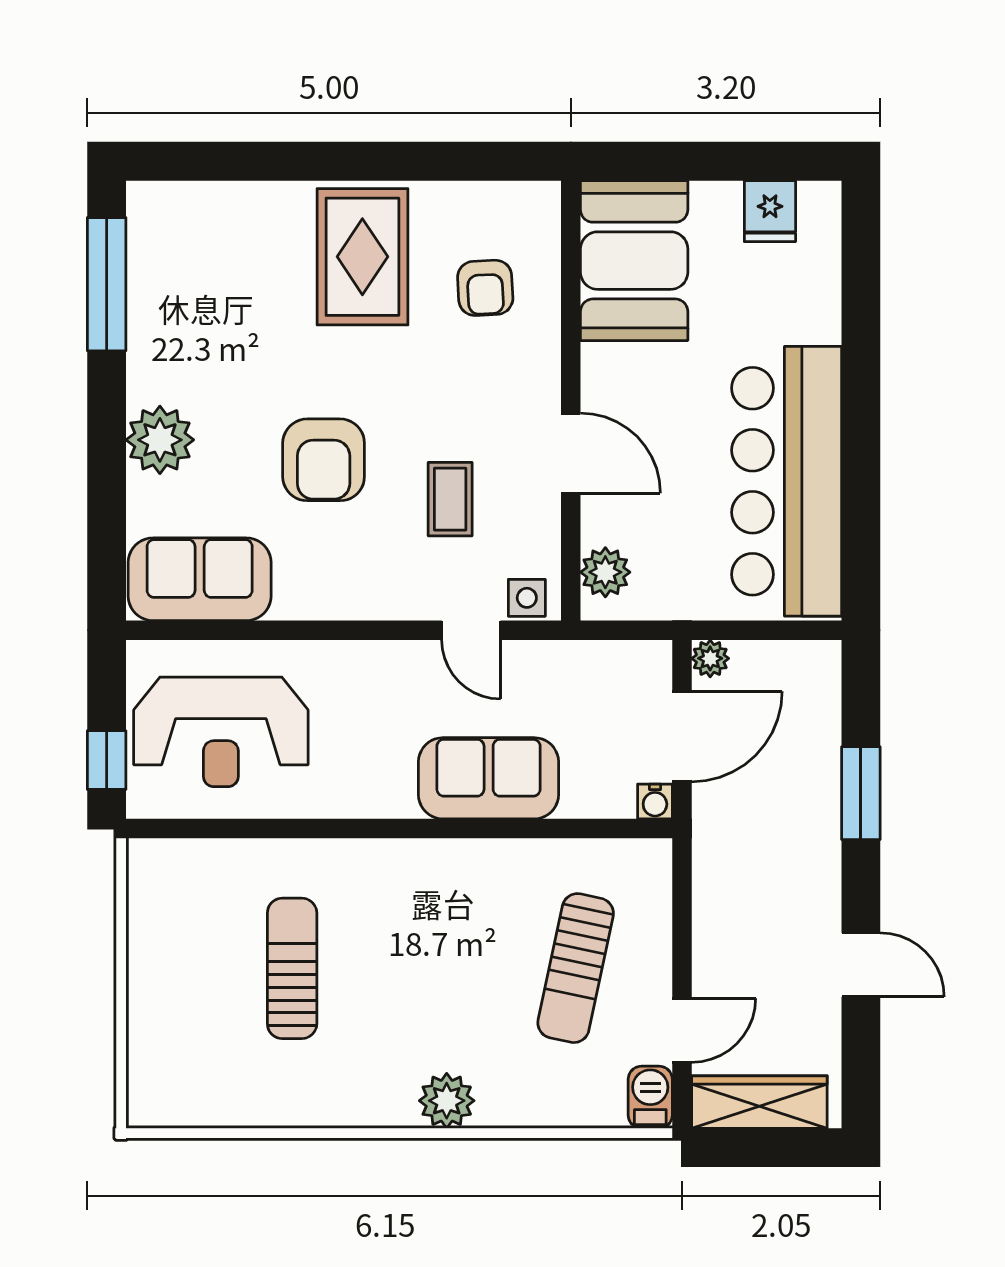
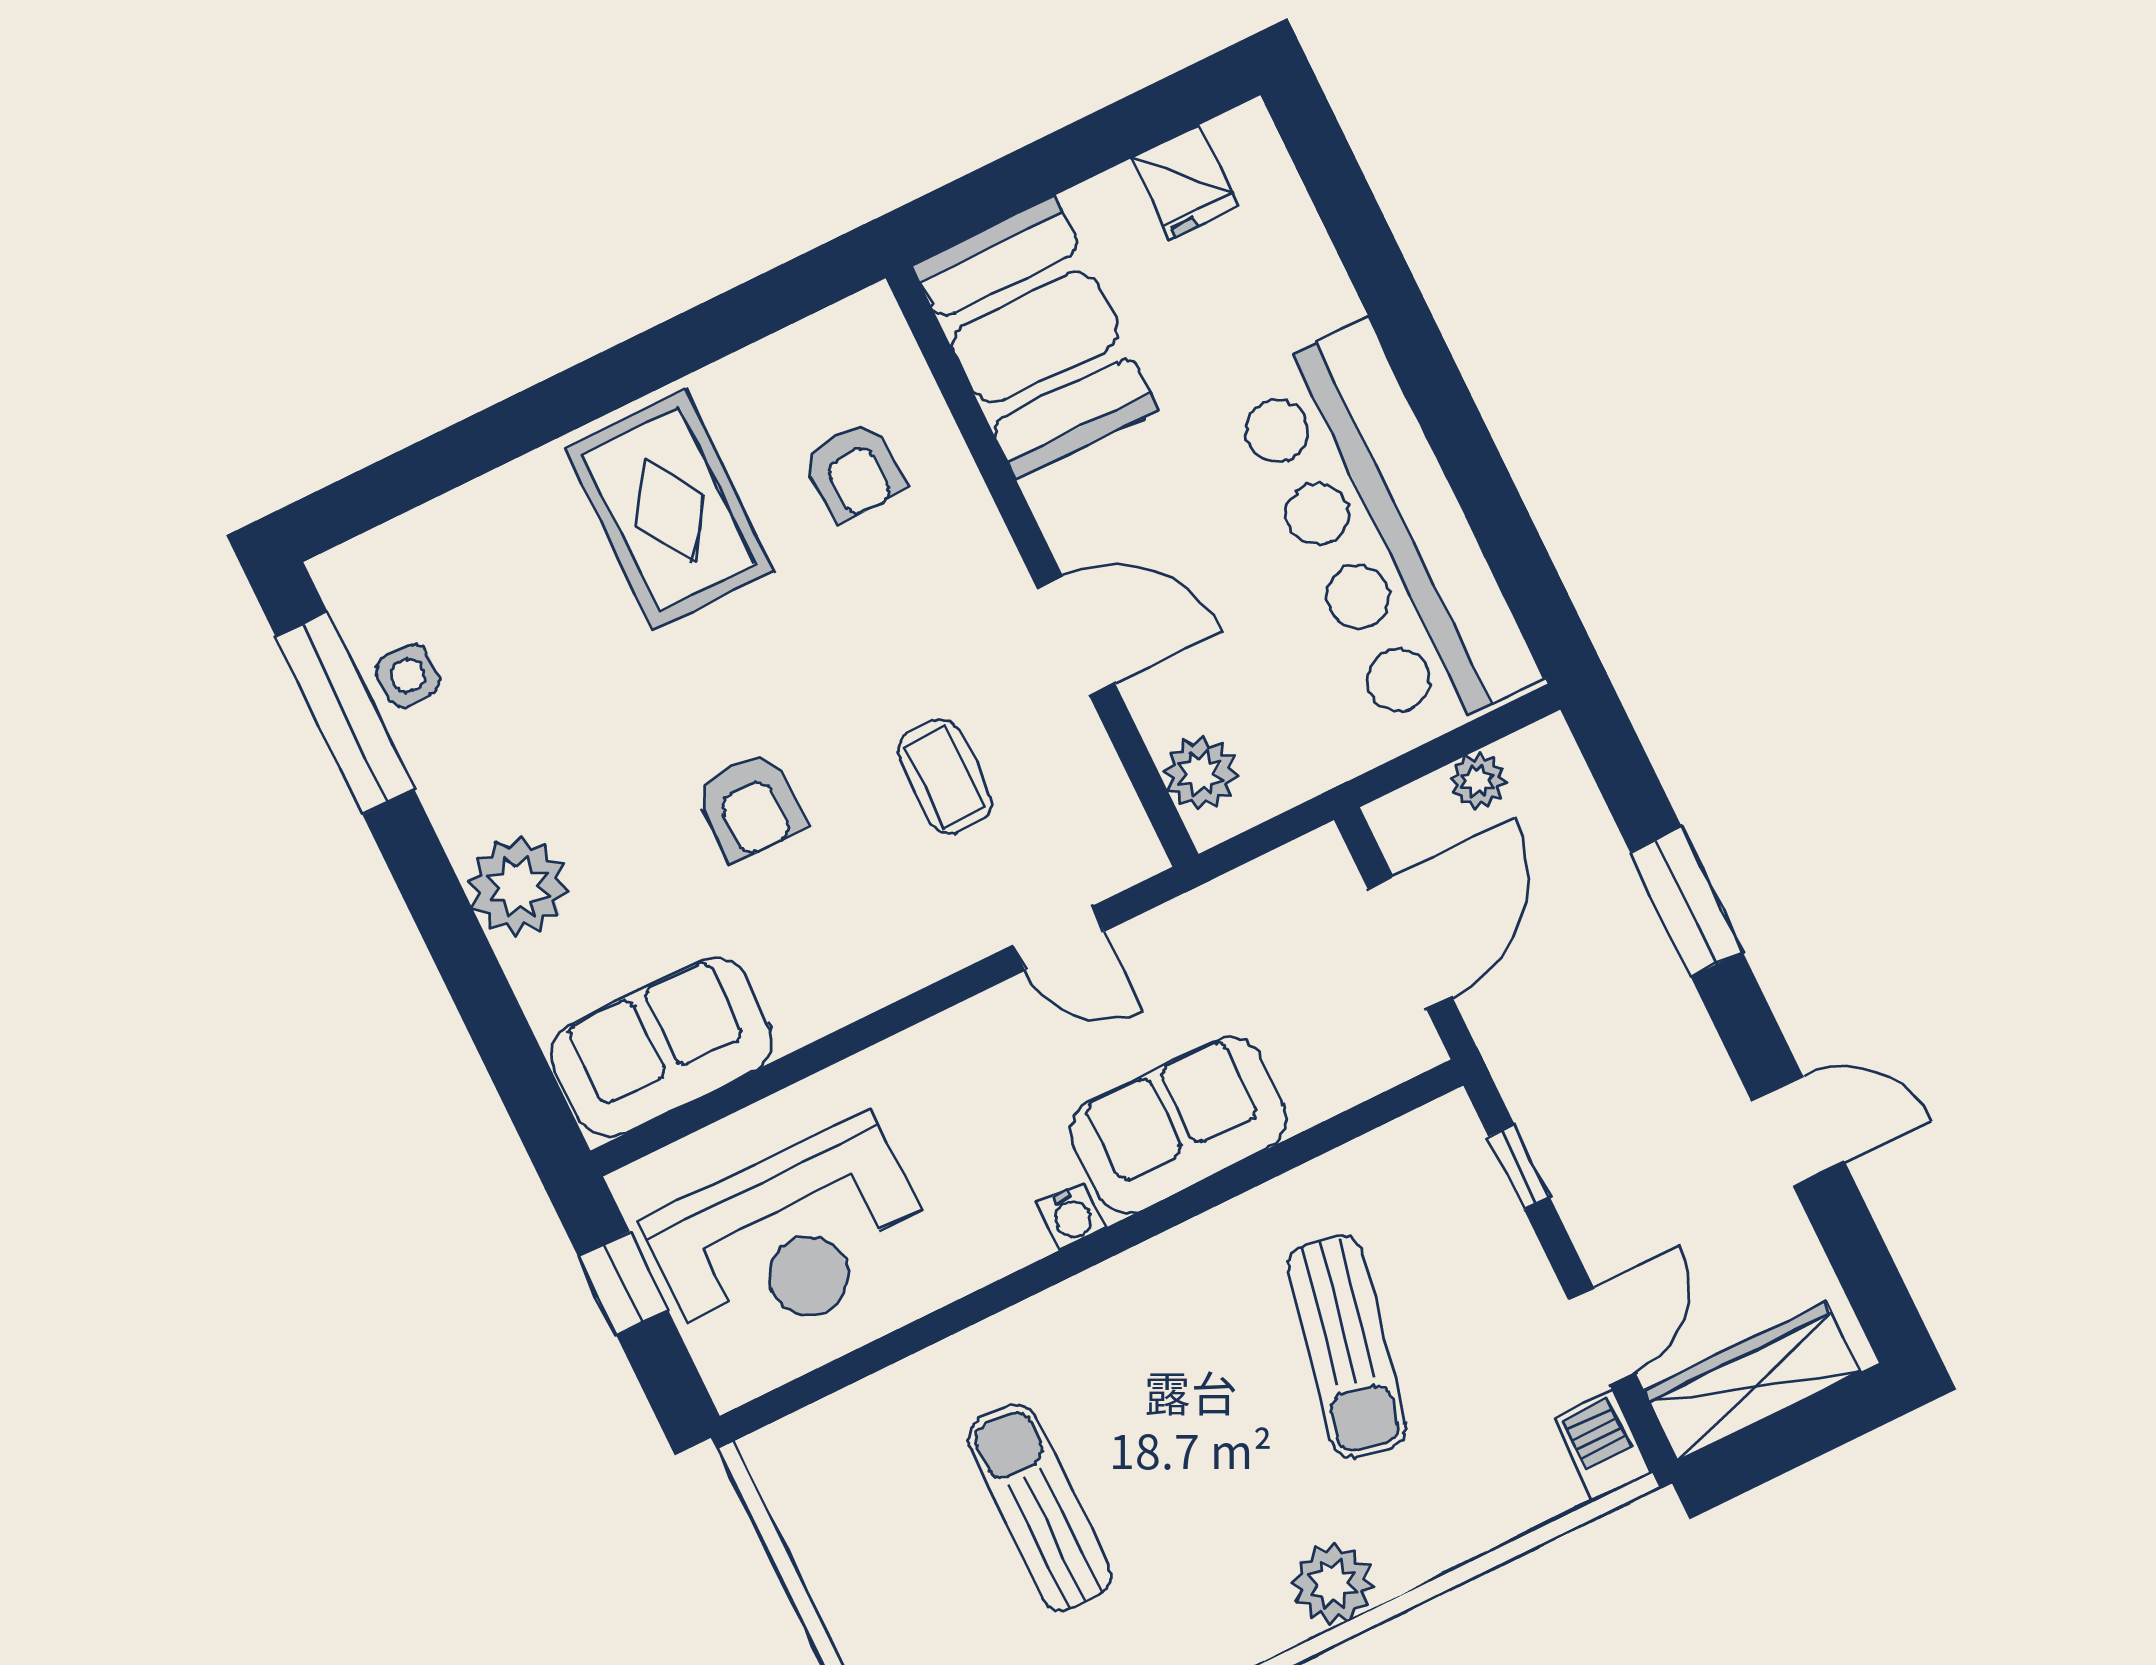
armchair: (324, 460) -> (750, 807), width x0.72, depth x0.72
side table: (527, 598) -> (408, 676), moved
plant: (710, 658) -> (1478, 781), moved
window: (107, 760) -> (623, 1283), moved
water cooler: (655, 801) -> (1071, 1216), moved
window: (682, 904) -> (1519, 1167), added
sun lounger: (576, 968) -> (1347, 1347), moved

